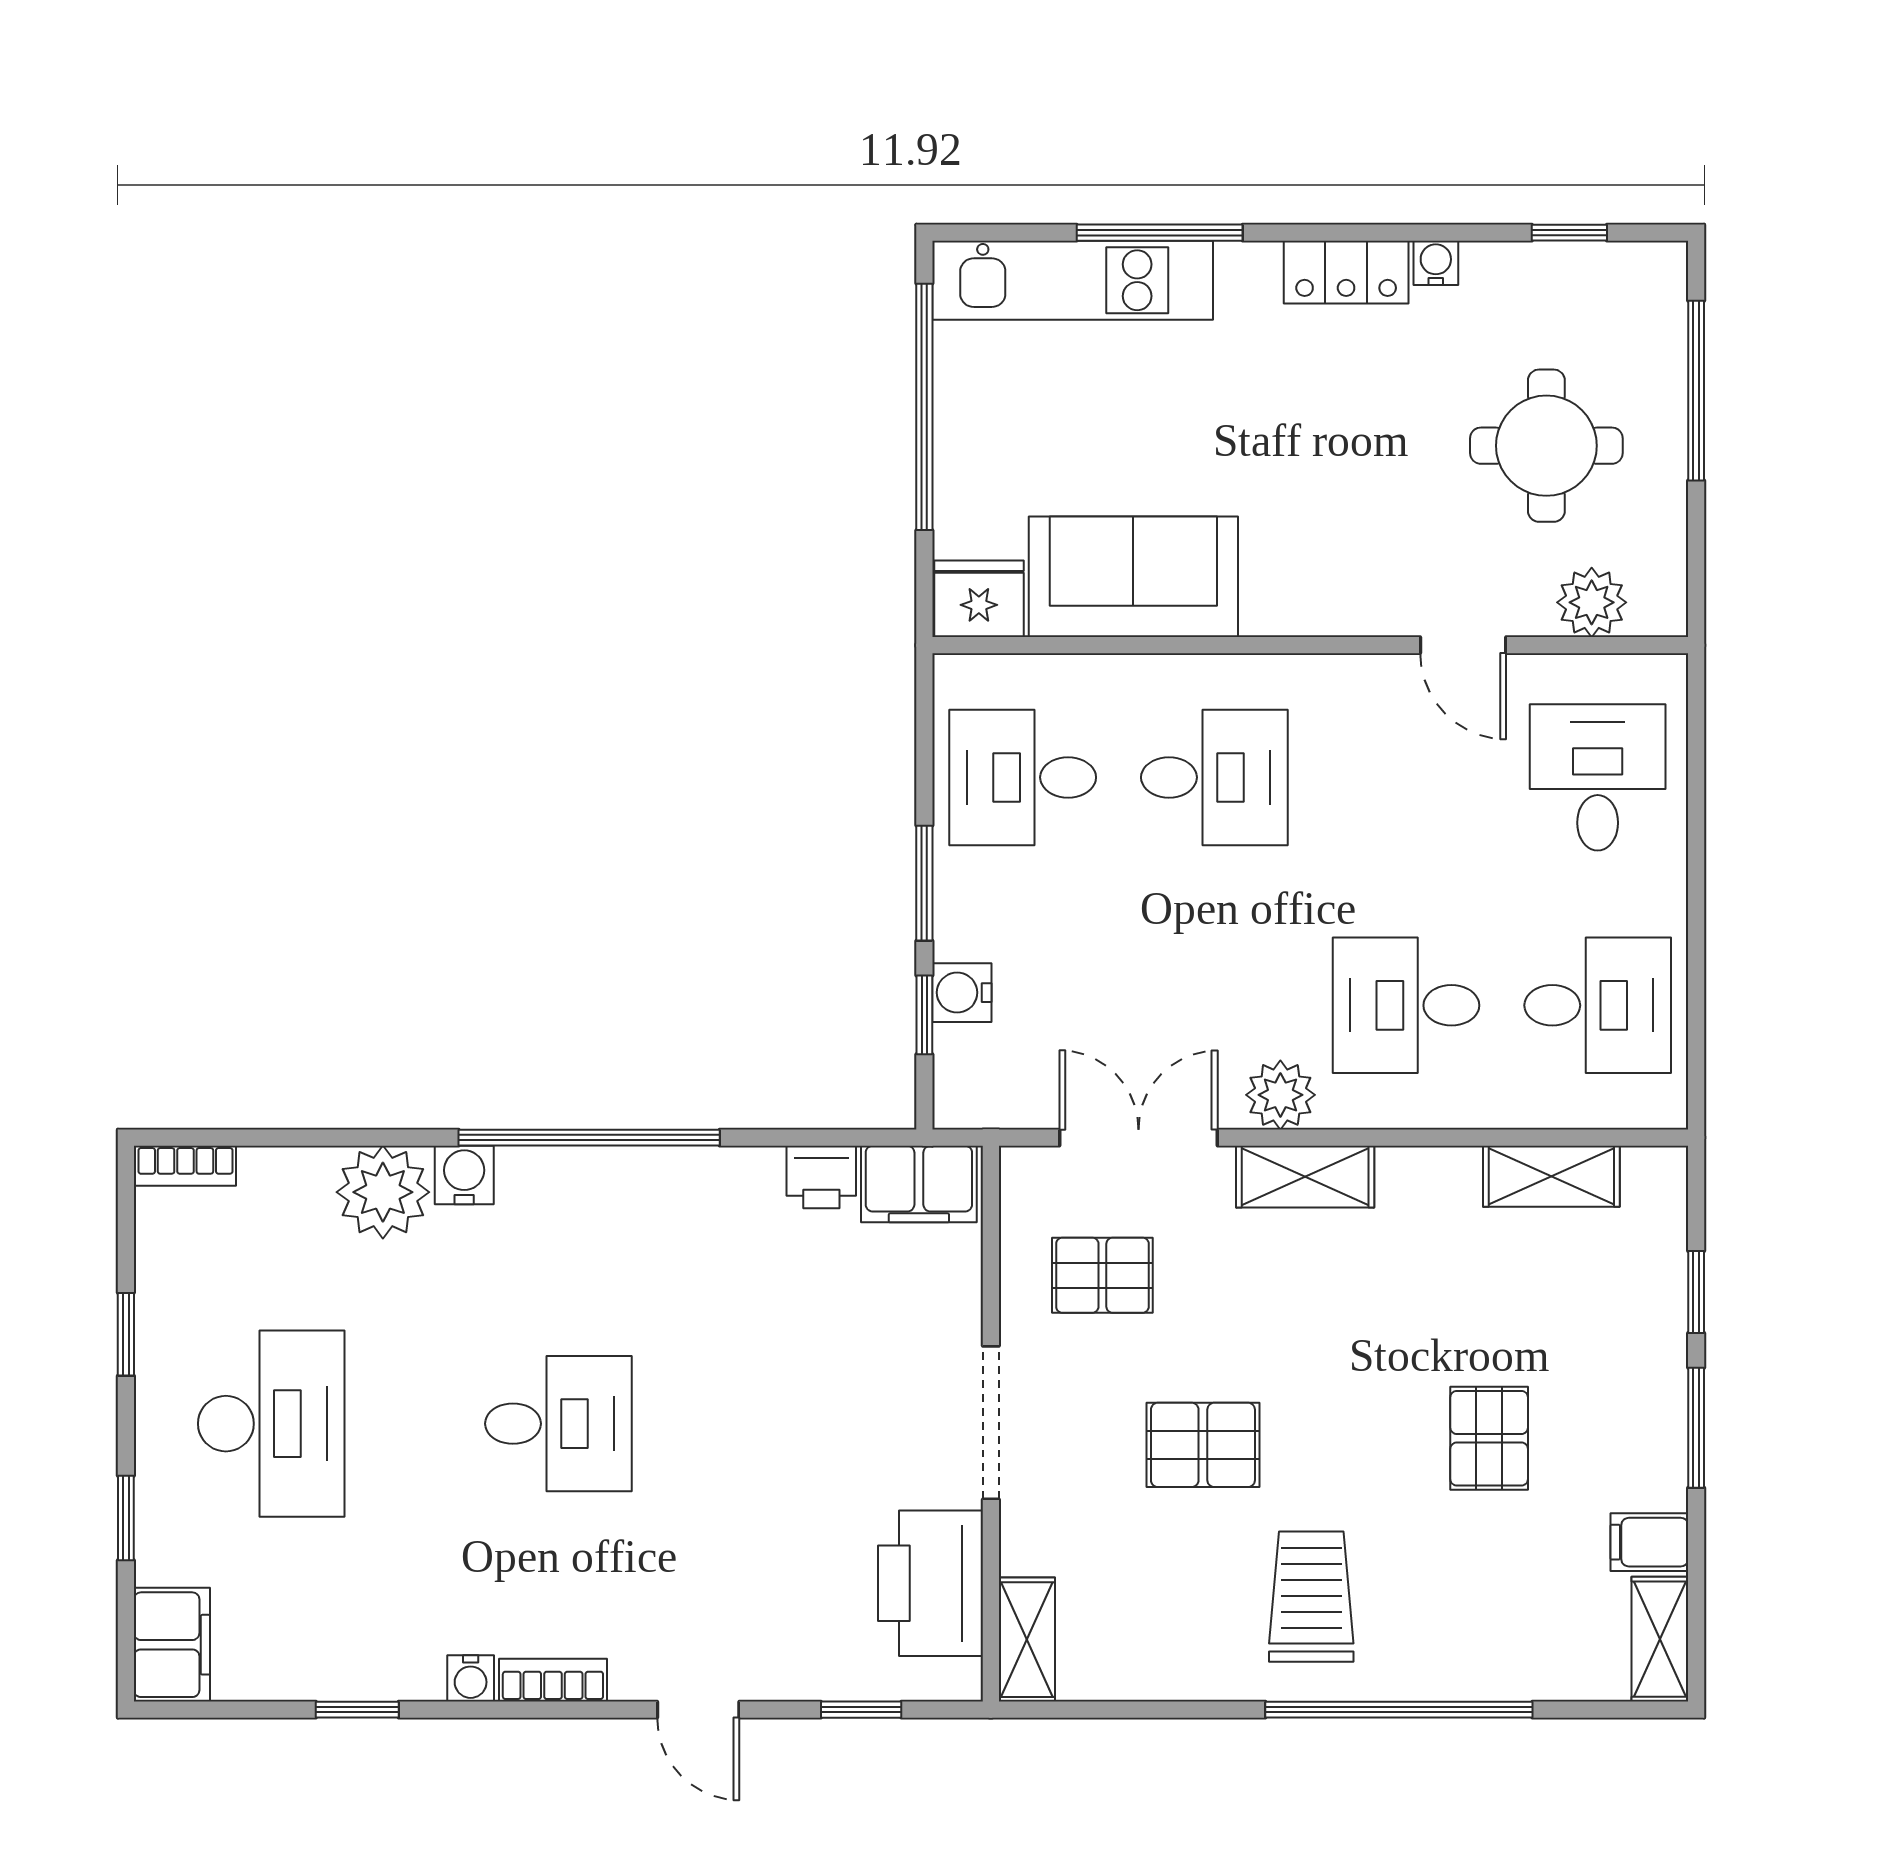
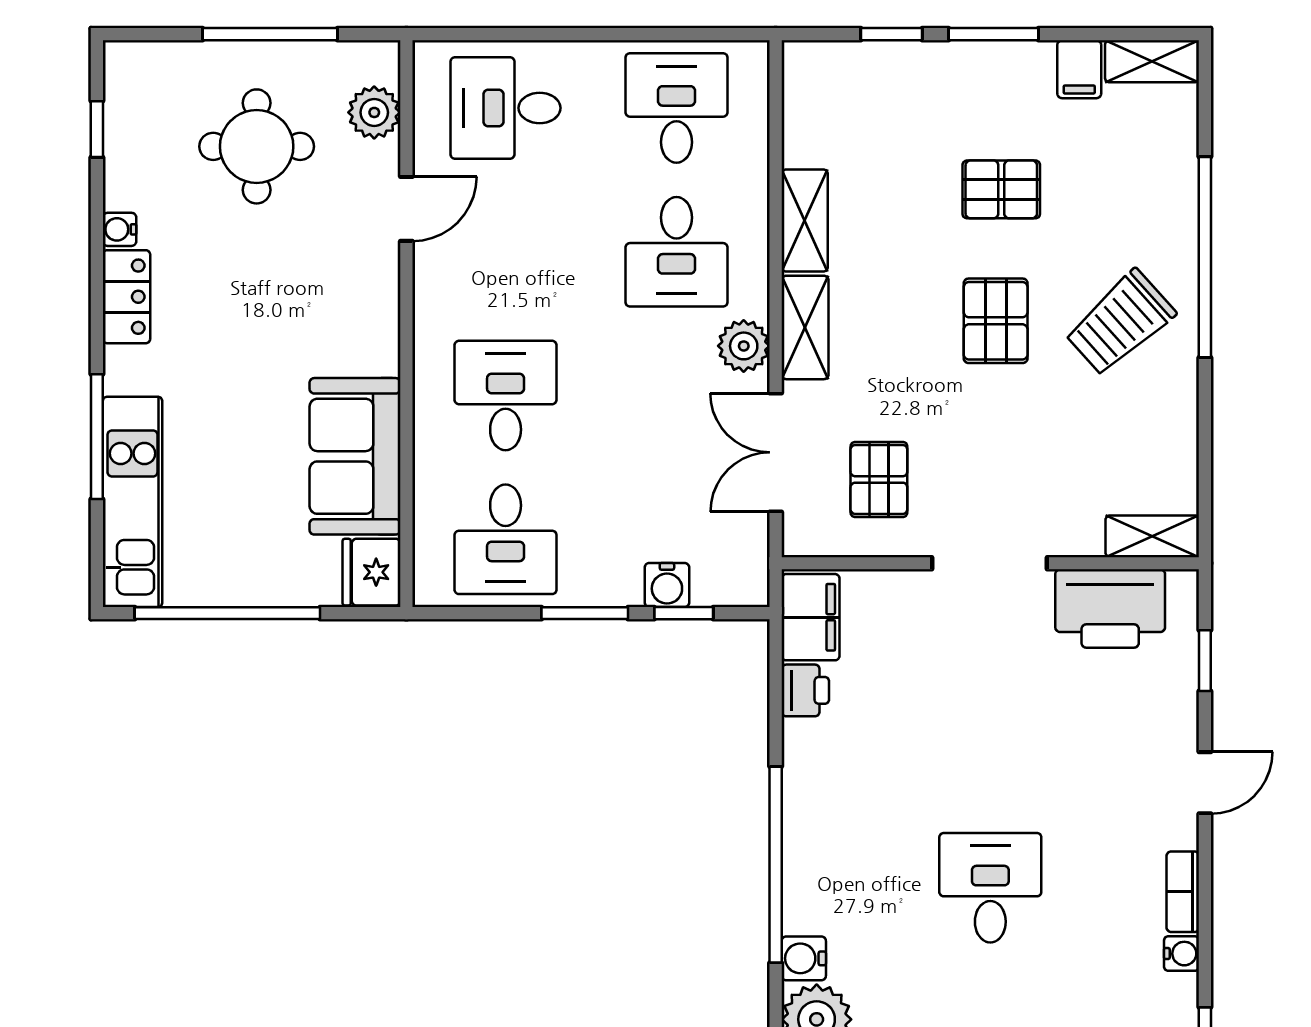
window: (1696, 391) -> (270, 34), moved
shelving: (1551, 1176) -> (805, 221), moved
pallet: (1203, 1445) -> (996, 321), moved
trolley: (1311, 1597) -> (1120, 323), turned -42

